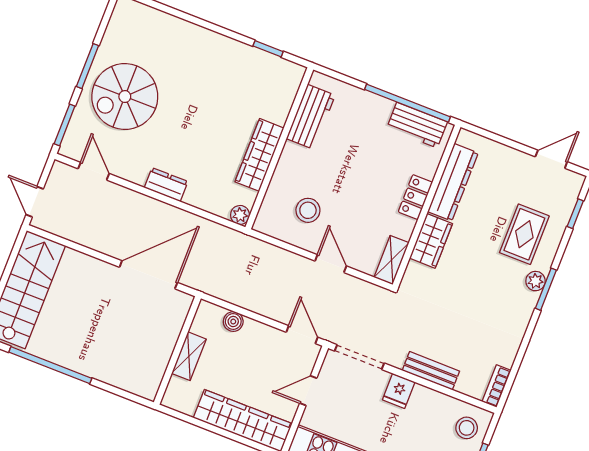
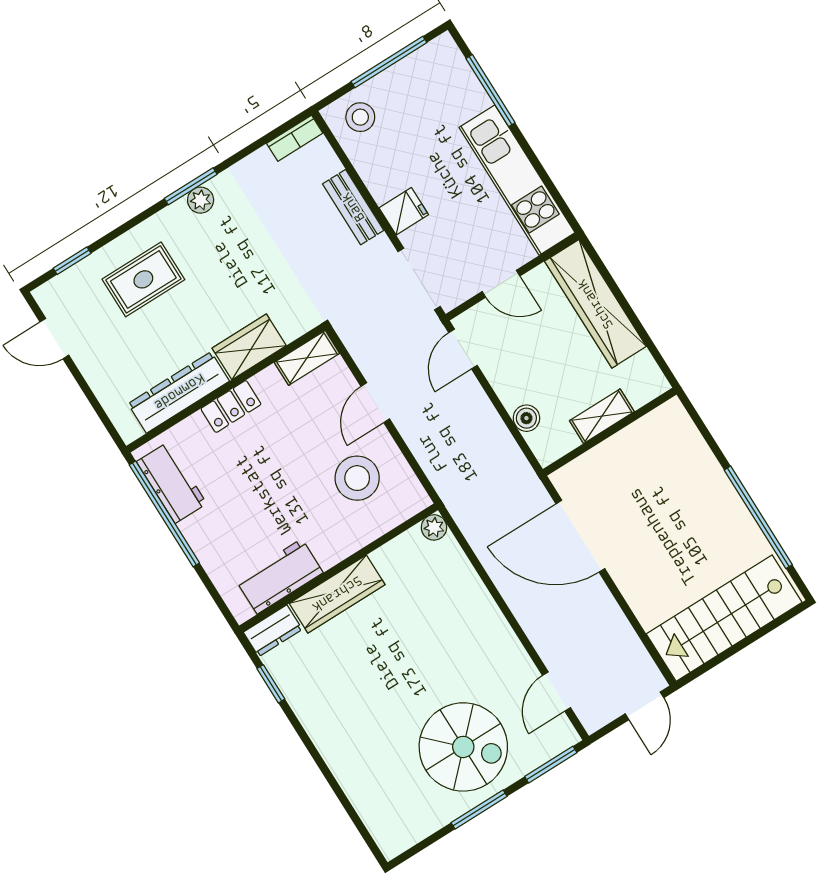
wardrobe: (259, 155) -> (337, 594), moved
dresser: (166, 185) -> (273, 631), moved, turned -90
stool: (308, 210) -> (357, 478), width x1.38, depth x1.38
plant: (536, 281) -> (201, 200), moved
window: (546, 289) -> (191, 186), moved

